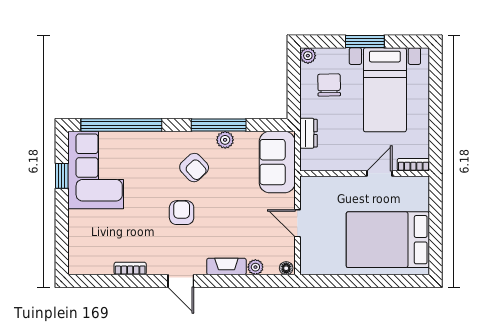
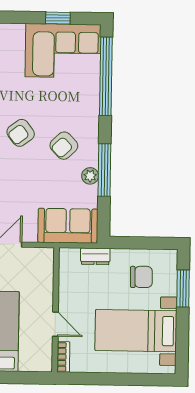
window: (365, 42) -> (183, 289), moved
plant: (308, 56) -> (170, 257), removed
armchair: (182, 213) -> (21, 133), turned 143

